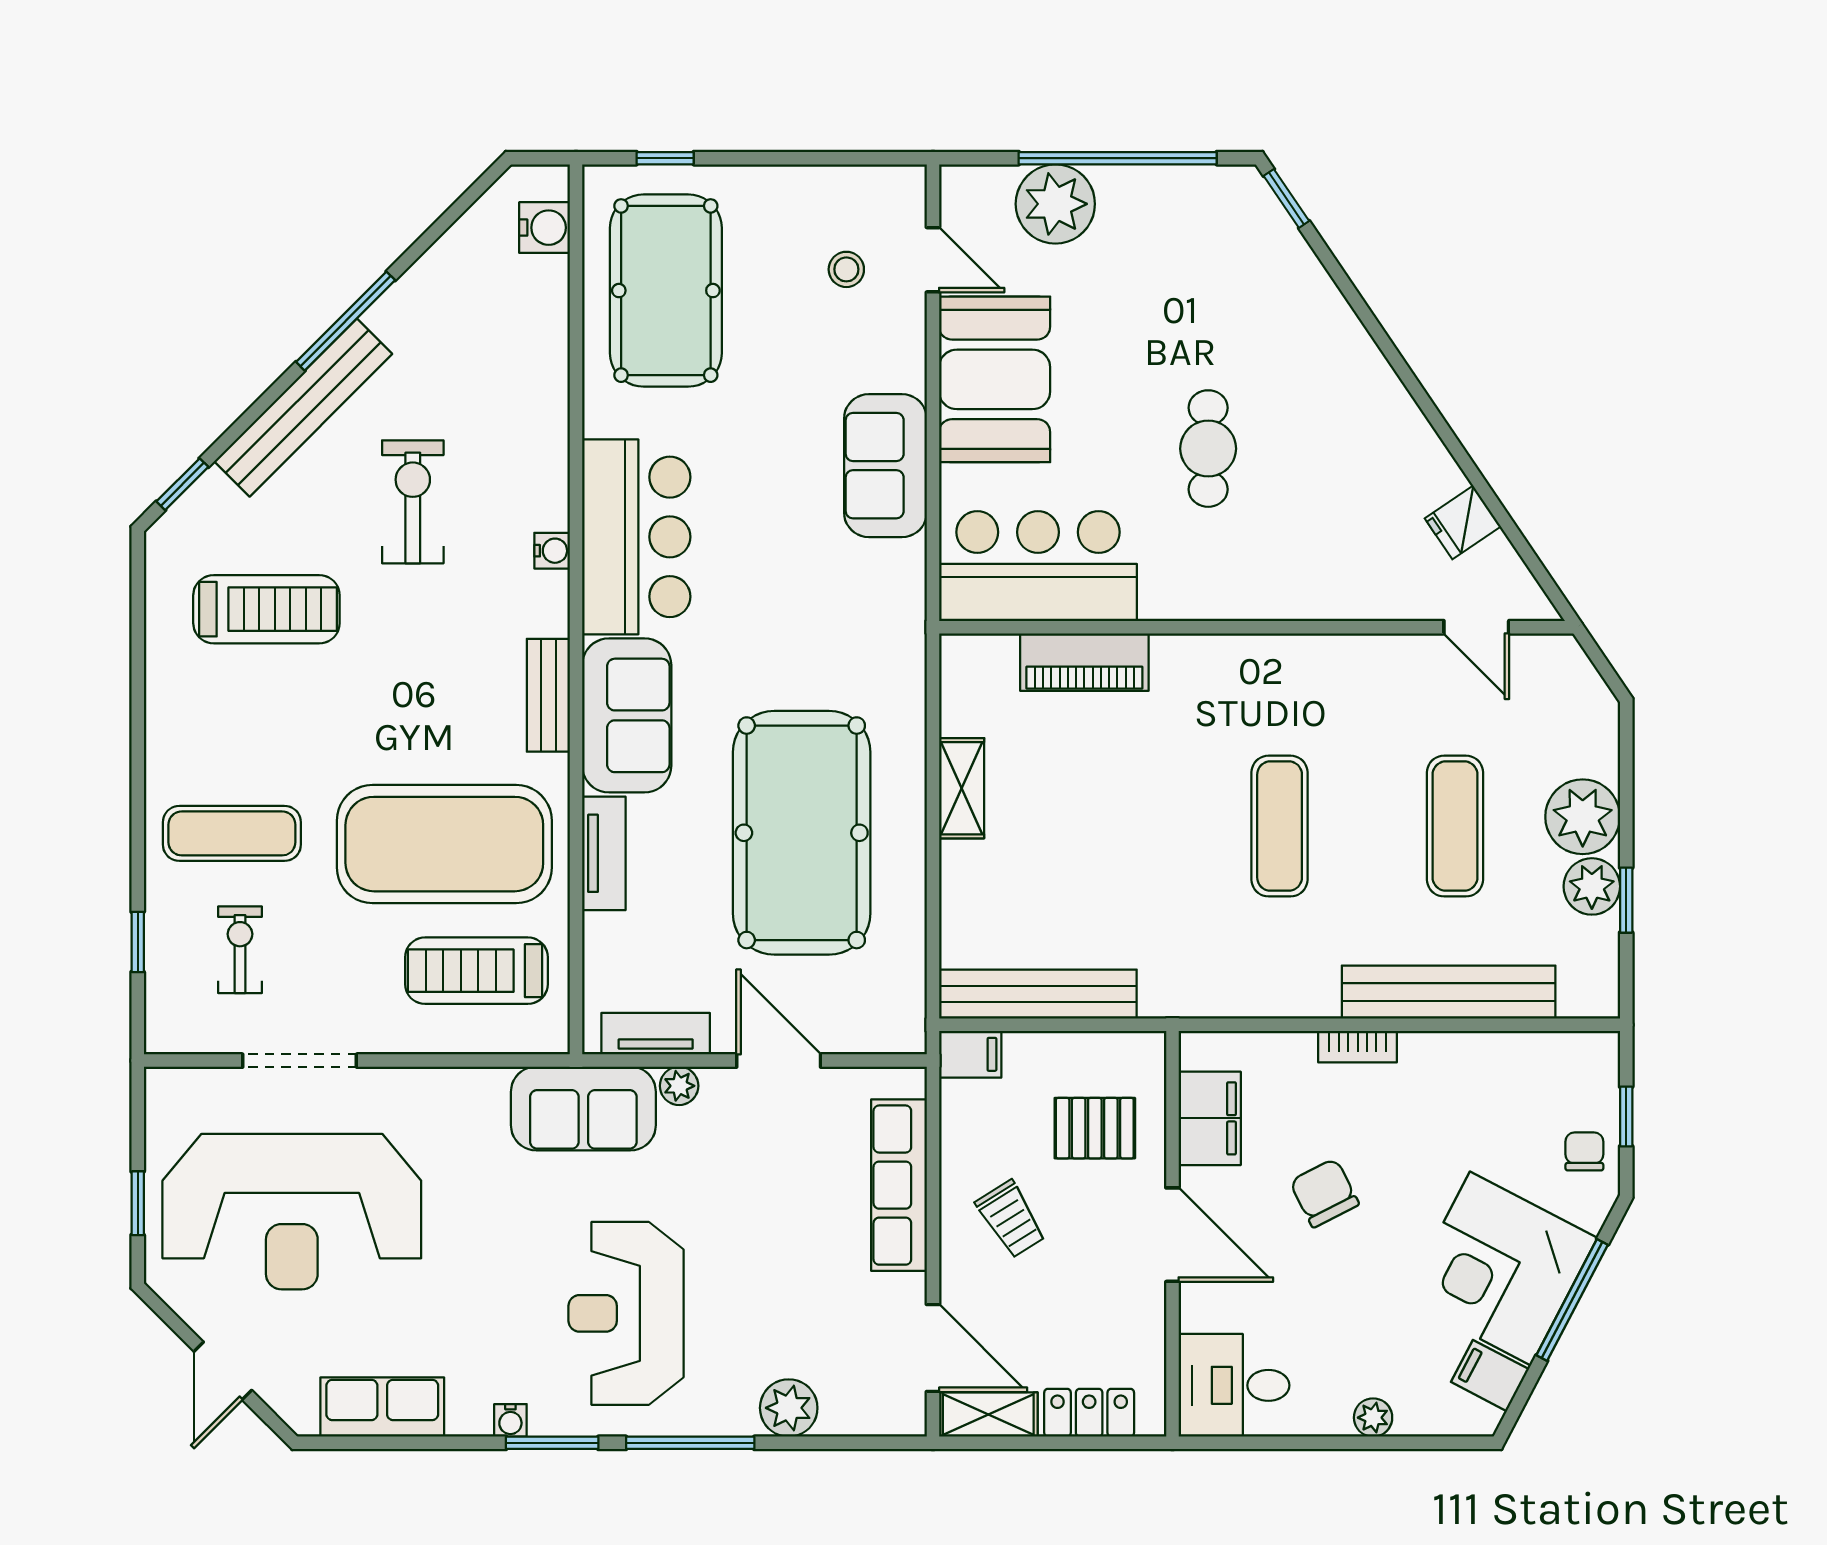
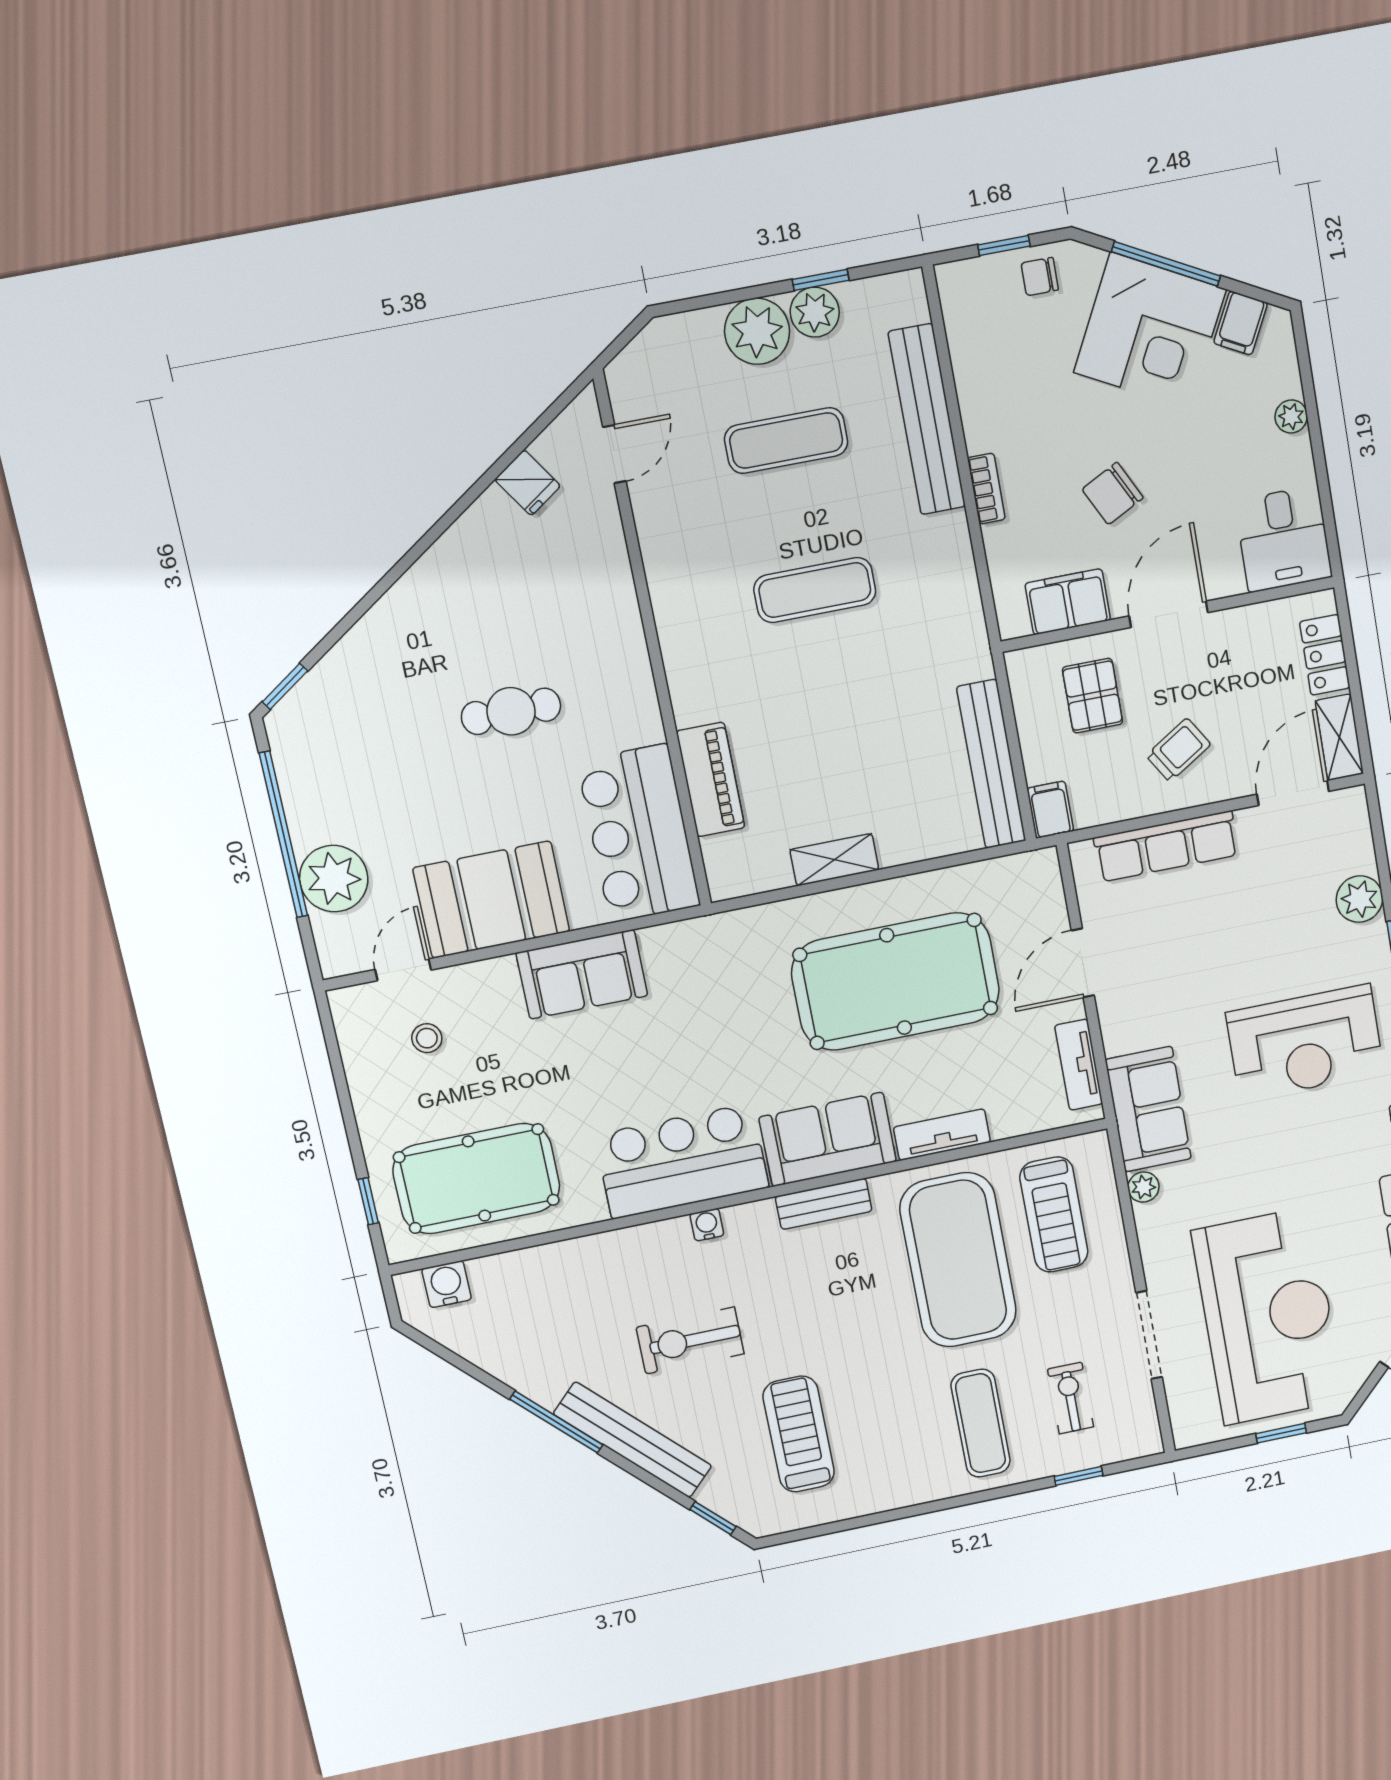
exercise bike: (240, 950) -> (1071, 1398), turned 90
plant: (679, 1086) -> (1143, 1187), moved

